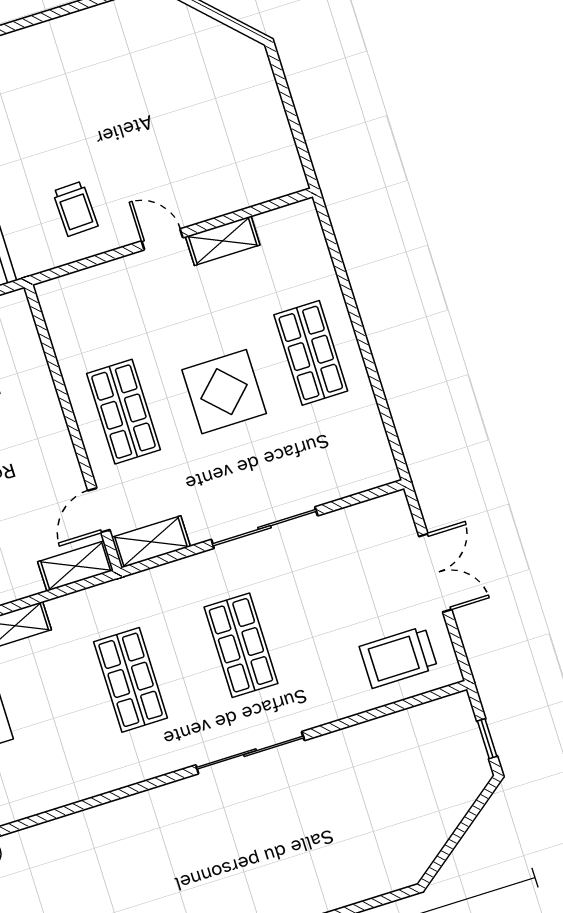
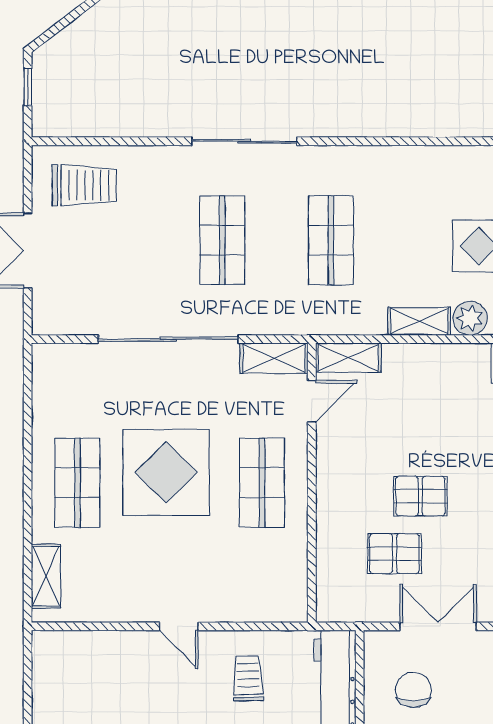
shelving: (223, 241) -> (46, 576), moved, turned 90
display table: (224, 392) -> (166, 472), width x1.36, depth x1.36
sliding door: (264, 528) -> (168, 339), width x1.36

